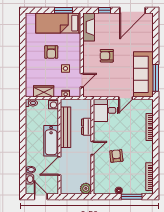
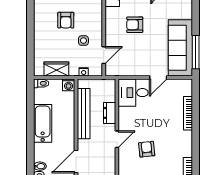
bathtub: (51, 141) -> (43, 123), moved, turned 180

